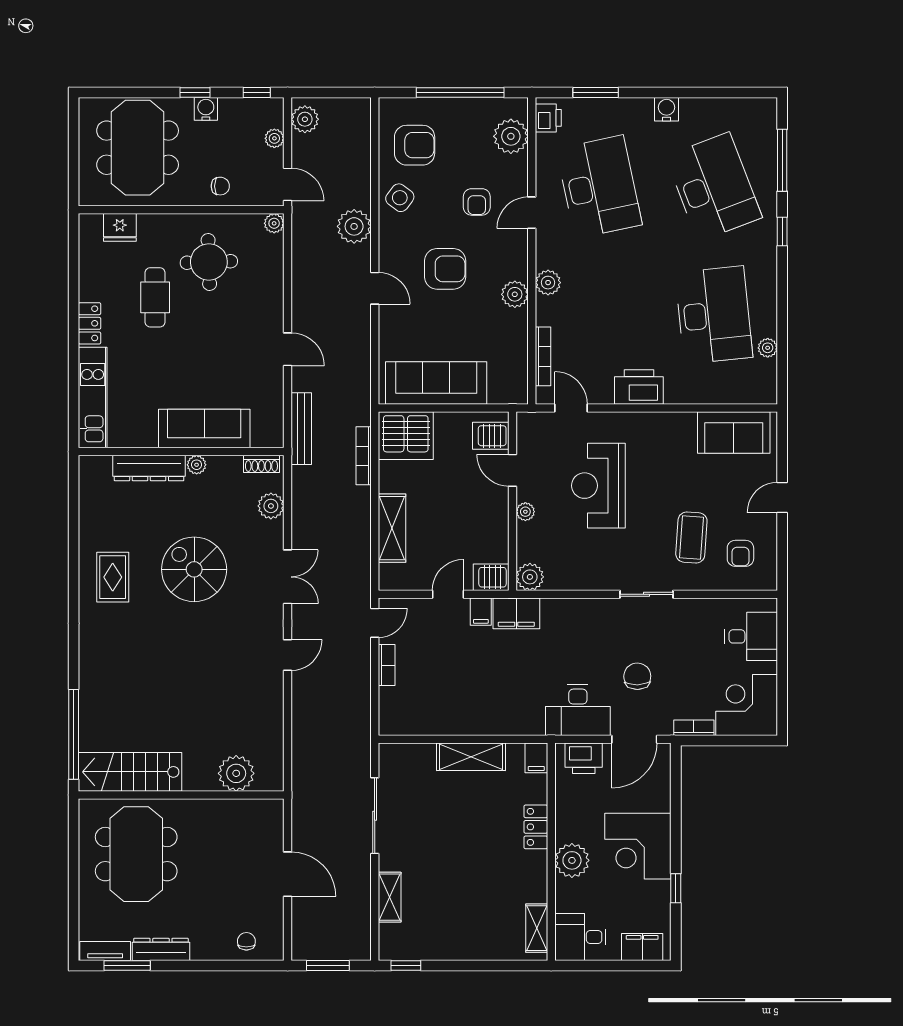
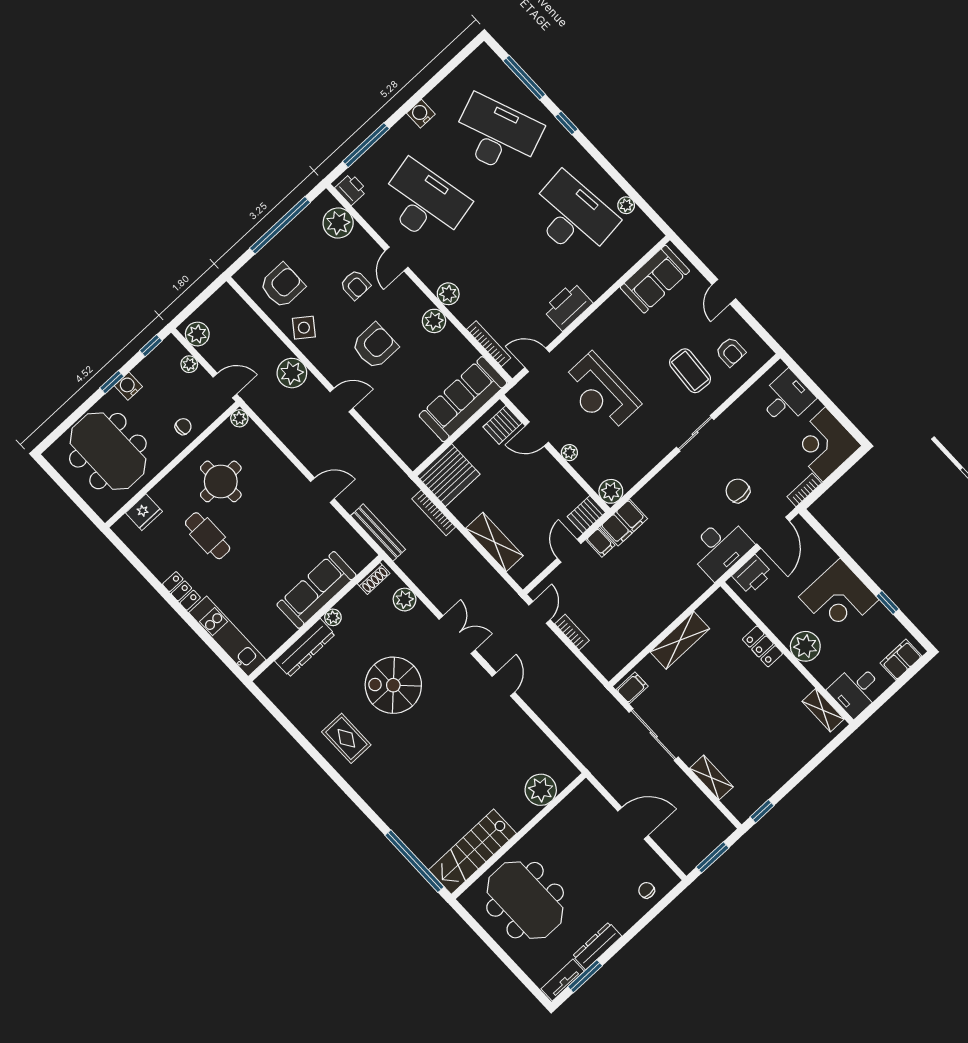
window: (596, 93) -> (366, 145), width x1.44
sofa: (436, 383) -> (463, 399), moved
filing cabinet: (536, 758) -> (632, 688), moved, turned -90

